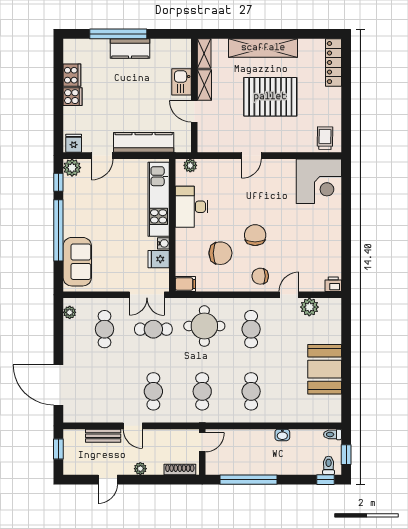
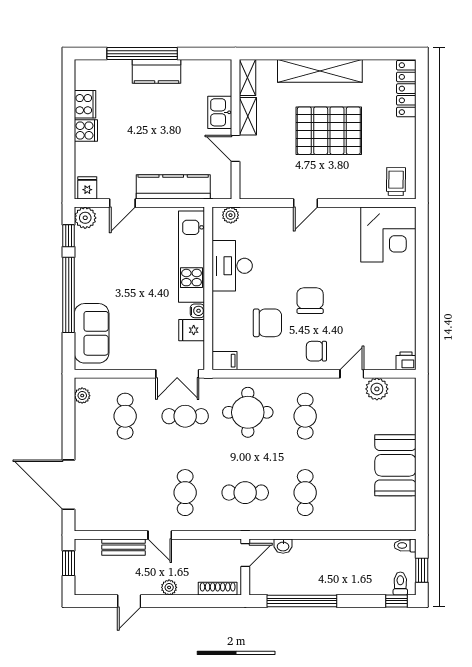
cafe table: (202, 391) -> (245, 493), turned 90
washbasin: (282, 435) -> (283, 546), moved

